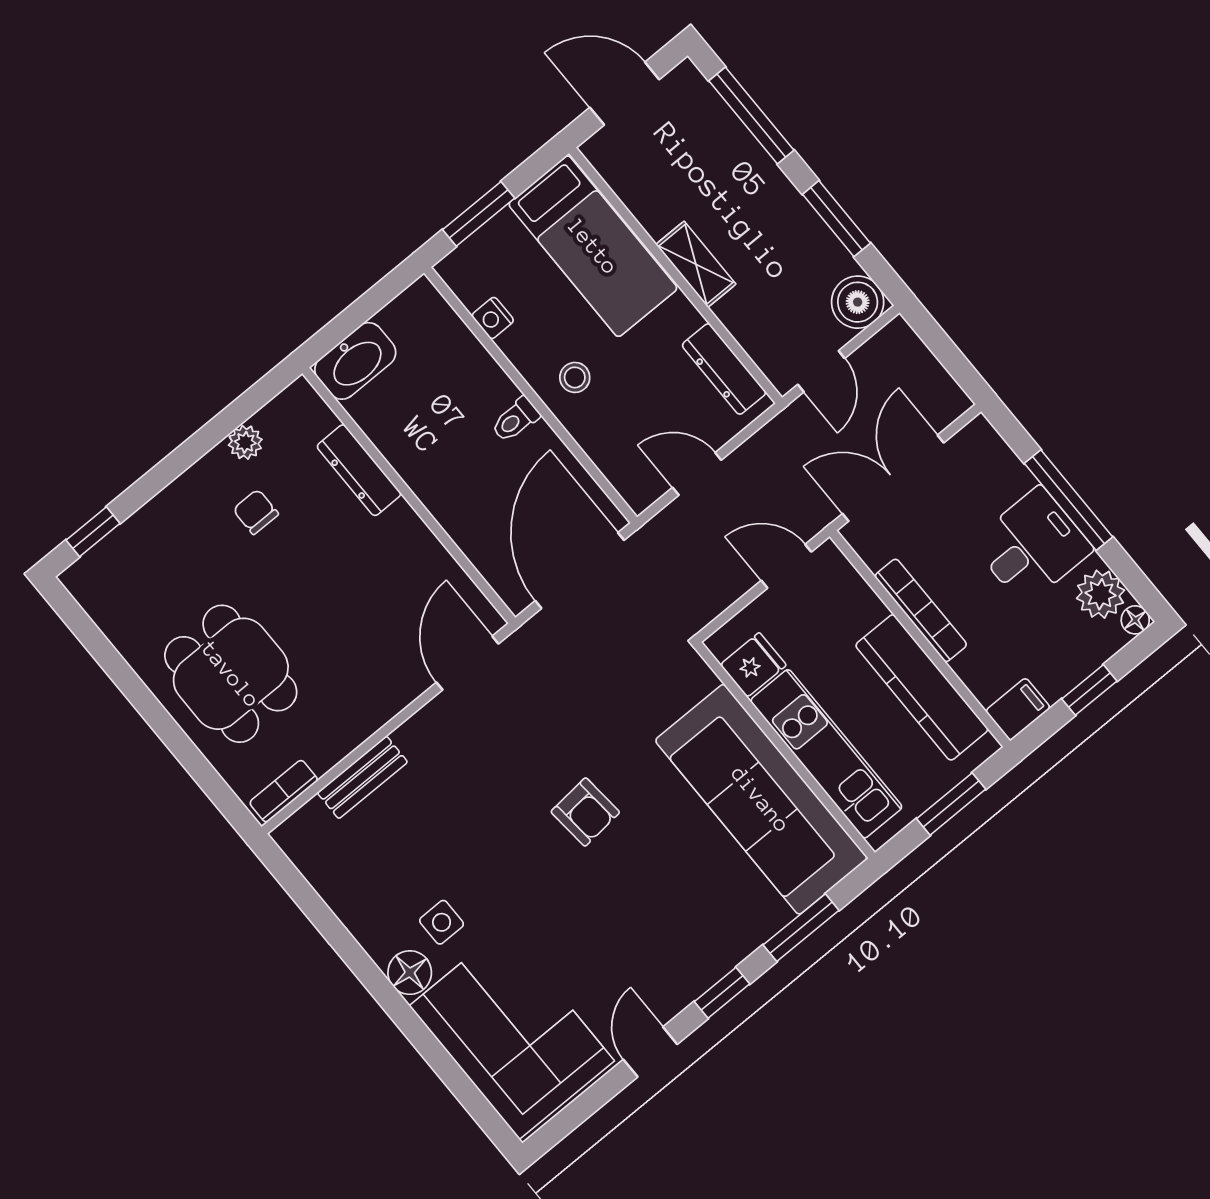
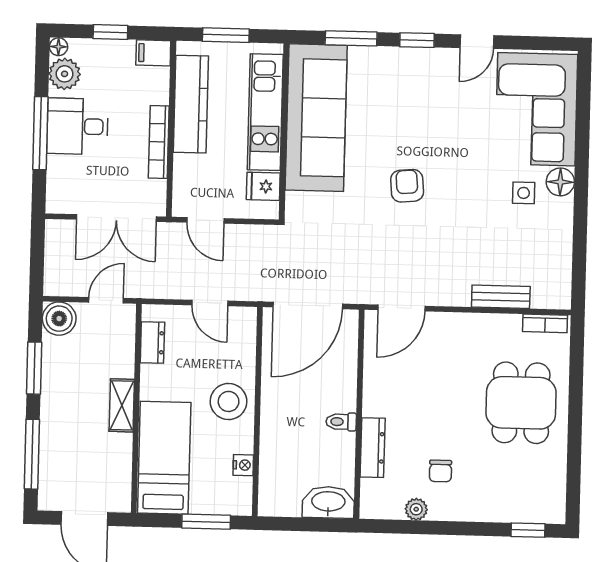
dresser: (724, 369) -> (152, 343), width x0.70
stool: (575, 377) -> (229, 401), width x1.89, depth x1.89
toilet: (515, 420) -> (341, 422), moved, turned 180

